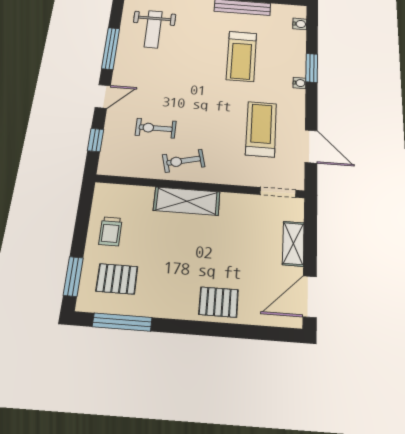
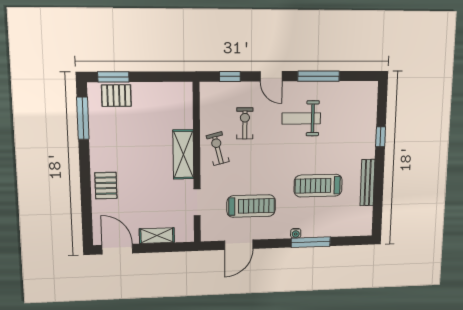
water cooler: (300, 24) -> (353, 231), removed
weight bench: (153, 29) -> (301, 118), moved
window: (312, 68) -> (311, 242), width x1.44
doorway: (278, 192) -> (197, 202), moved
trolley: (110, 231) -> (152, 100), removed
pallet: (117, 279) -> (116, 96), moved, turned 90

